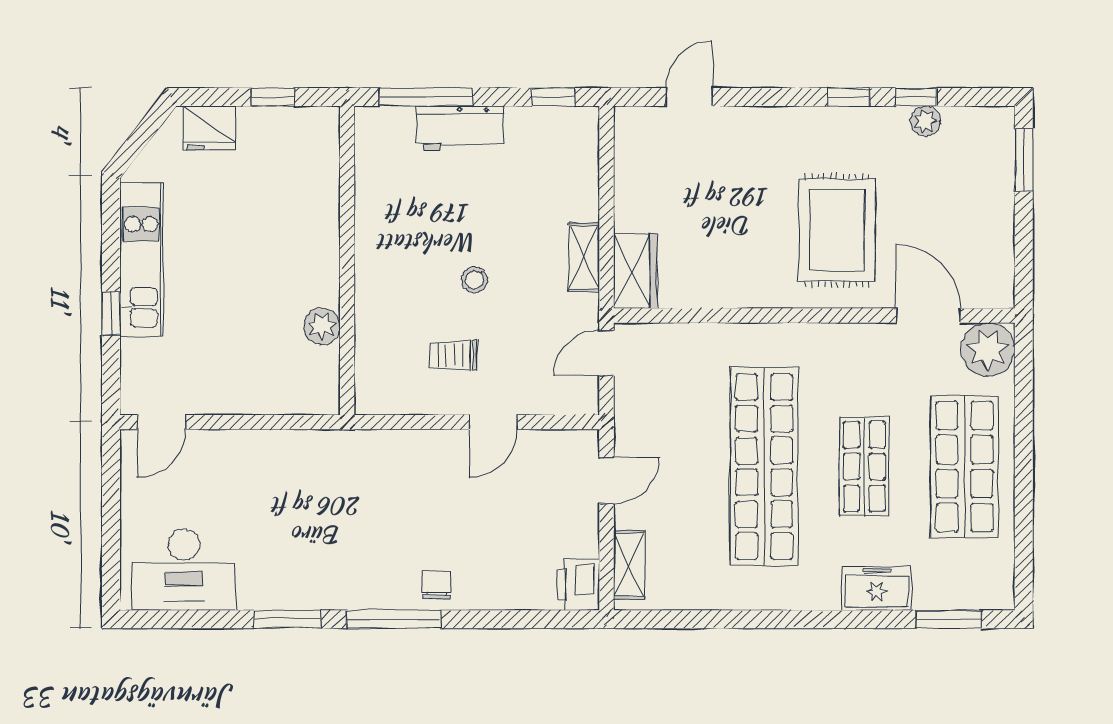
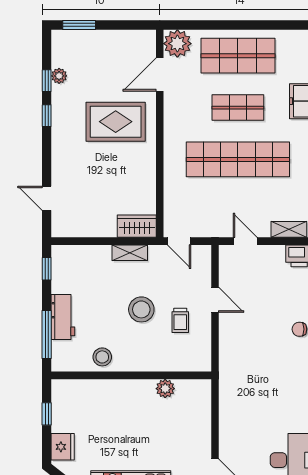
stool: (383, 204) -> (102, 357), added
stool: (474, 280) -> (141, 309), width x1.89, depth x1.89

